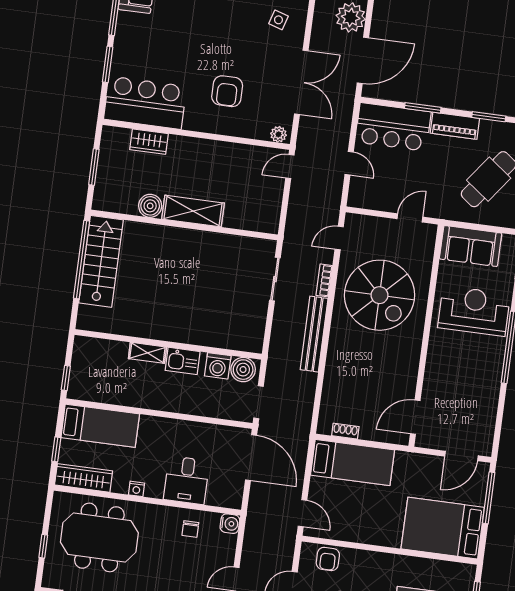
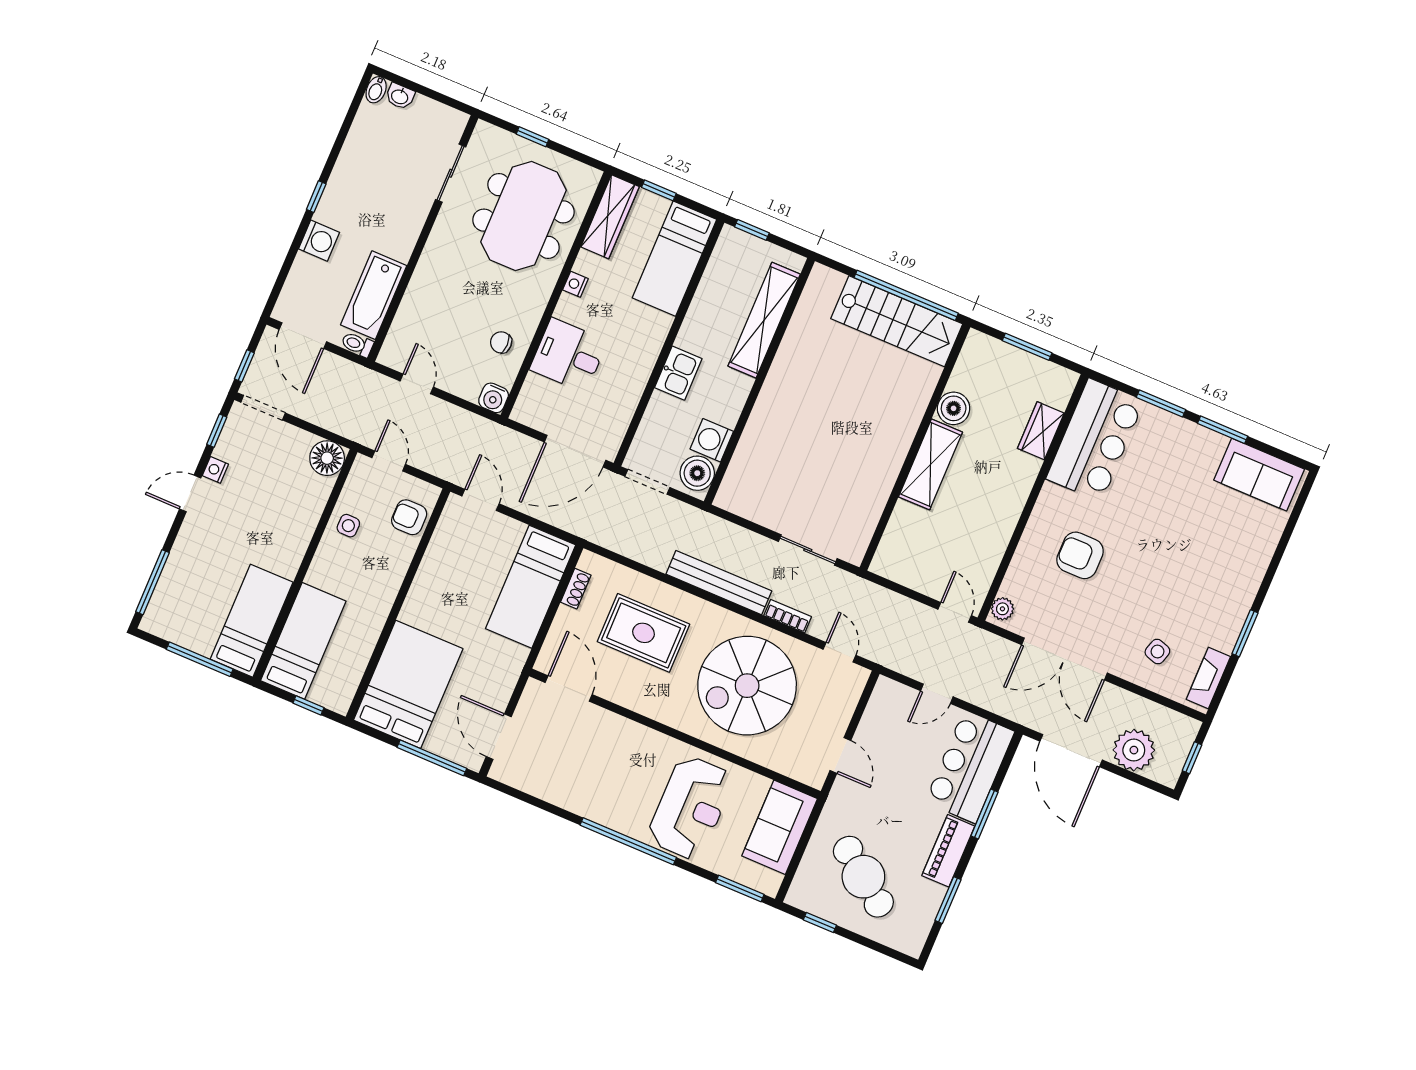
shelving: (147, 353) -> (764, 320), width x2.20, depth x1.33
kitchen sink: (183, 361) -> (678, 373), moved, turned 180
rug: (363, 376) -> (644, 633), added
door: (302, 513) -> (481, 500), swing flipped

